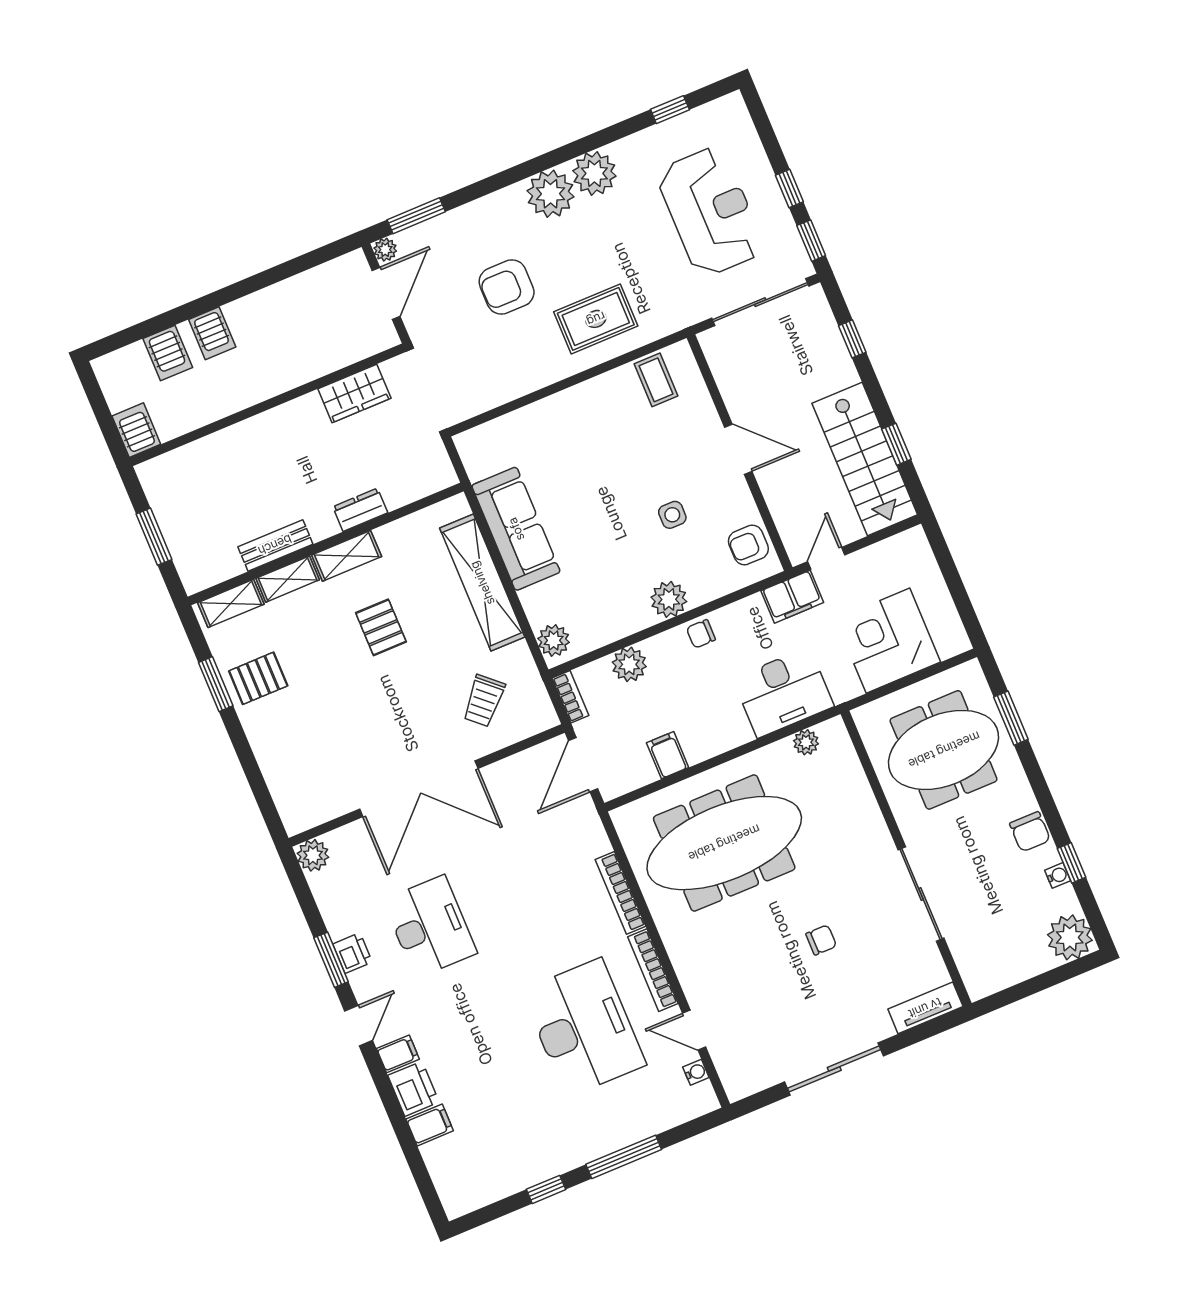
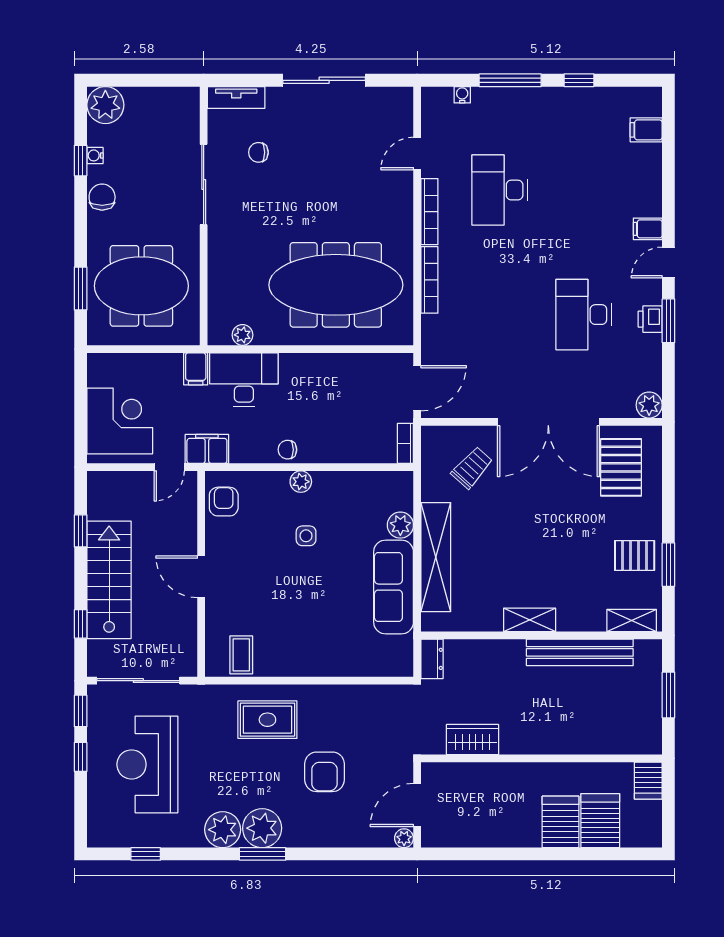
window: (416, 216) -> (263, 854), moved
armchair: (507, 287) -> (324, 772), turned 90
server rack: (212, 333) -> (561, 822), width x1.36, depth x1.44
server rack: (168, 353) -> (600, 821), width x1.36, depth x1.44
stairs: (865, 459) -> (109, 580), moved
dresser: (360, 510) -> (432, 659), moved, turned -90
side table: (672, 515) -> (306, 536), moved
bench: (275, 545) -> (580, 652), width x1.86, depth x1.21
armchair: (748, 545) -> (224, 502), turned -90
shelving: (288, 579) -> (581, 621), removed
plant: (669, 599) -> (301, 482), width x0.73, depth x0.73
pallet: (381, 627) -> (621, 467), moved, width x1.50, depth x1.42
chair: (701, 634) -> (287, 450), turned 180
plant: (554, 640) -> (400, 525), moved
corner desk: (888, 641) -> (120, 421), moved, turned -90
plant: (629, 664) -> (351, 449), removed
filing cabinet: (668, 755) -> (196, 369), moved
double door: (419, 789) -> (548, 422), swing flipped
chair: (821, 940) -> (258, 152), moved
desk: (584, 1028) -> (500, 190), width x0.73, depth x0.77
door: (694, 1030) -> (417, 154), swing flipped
water cooler: (696, 1072) -> (462, 95), moved, turned 90
printer: (413, 1089) -> (647, 198), removed
filing cabinet: (430, 1125) -> (646, 130), moved

